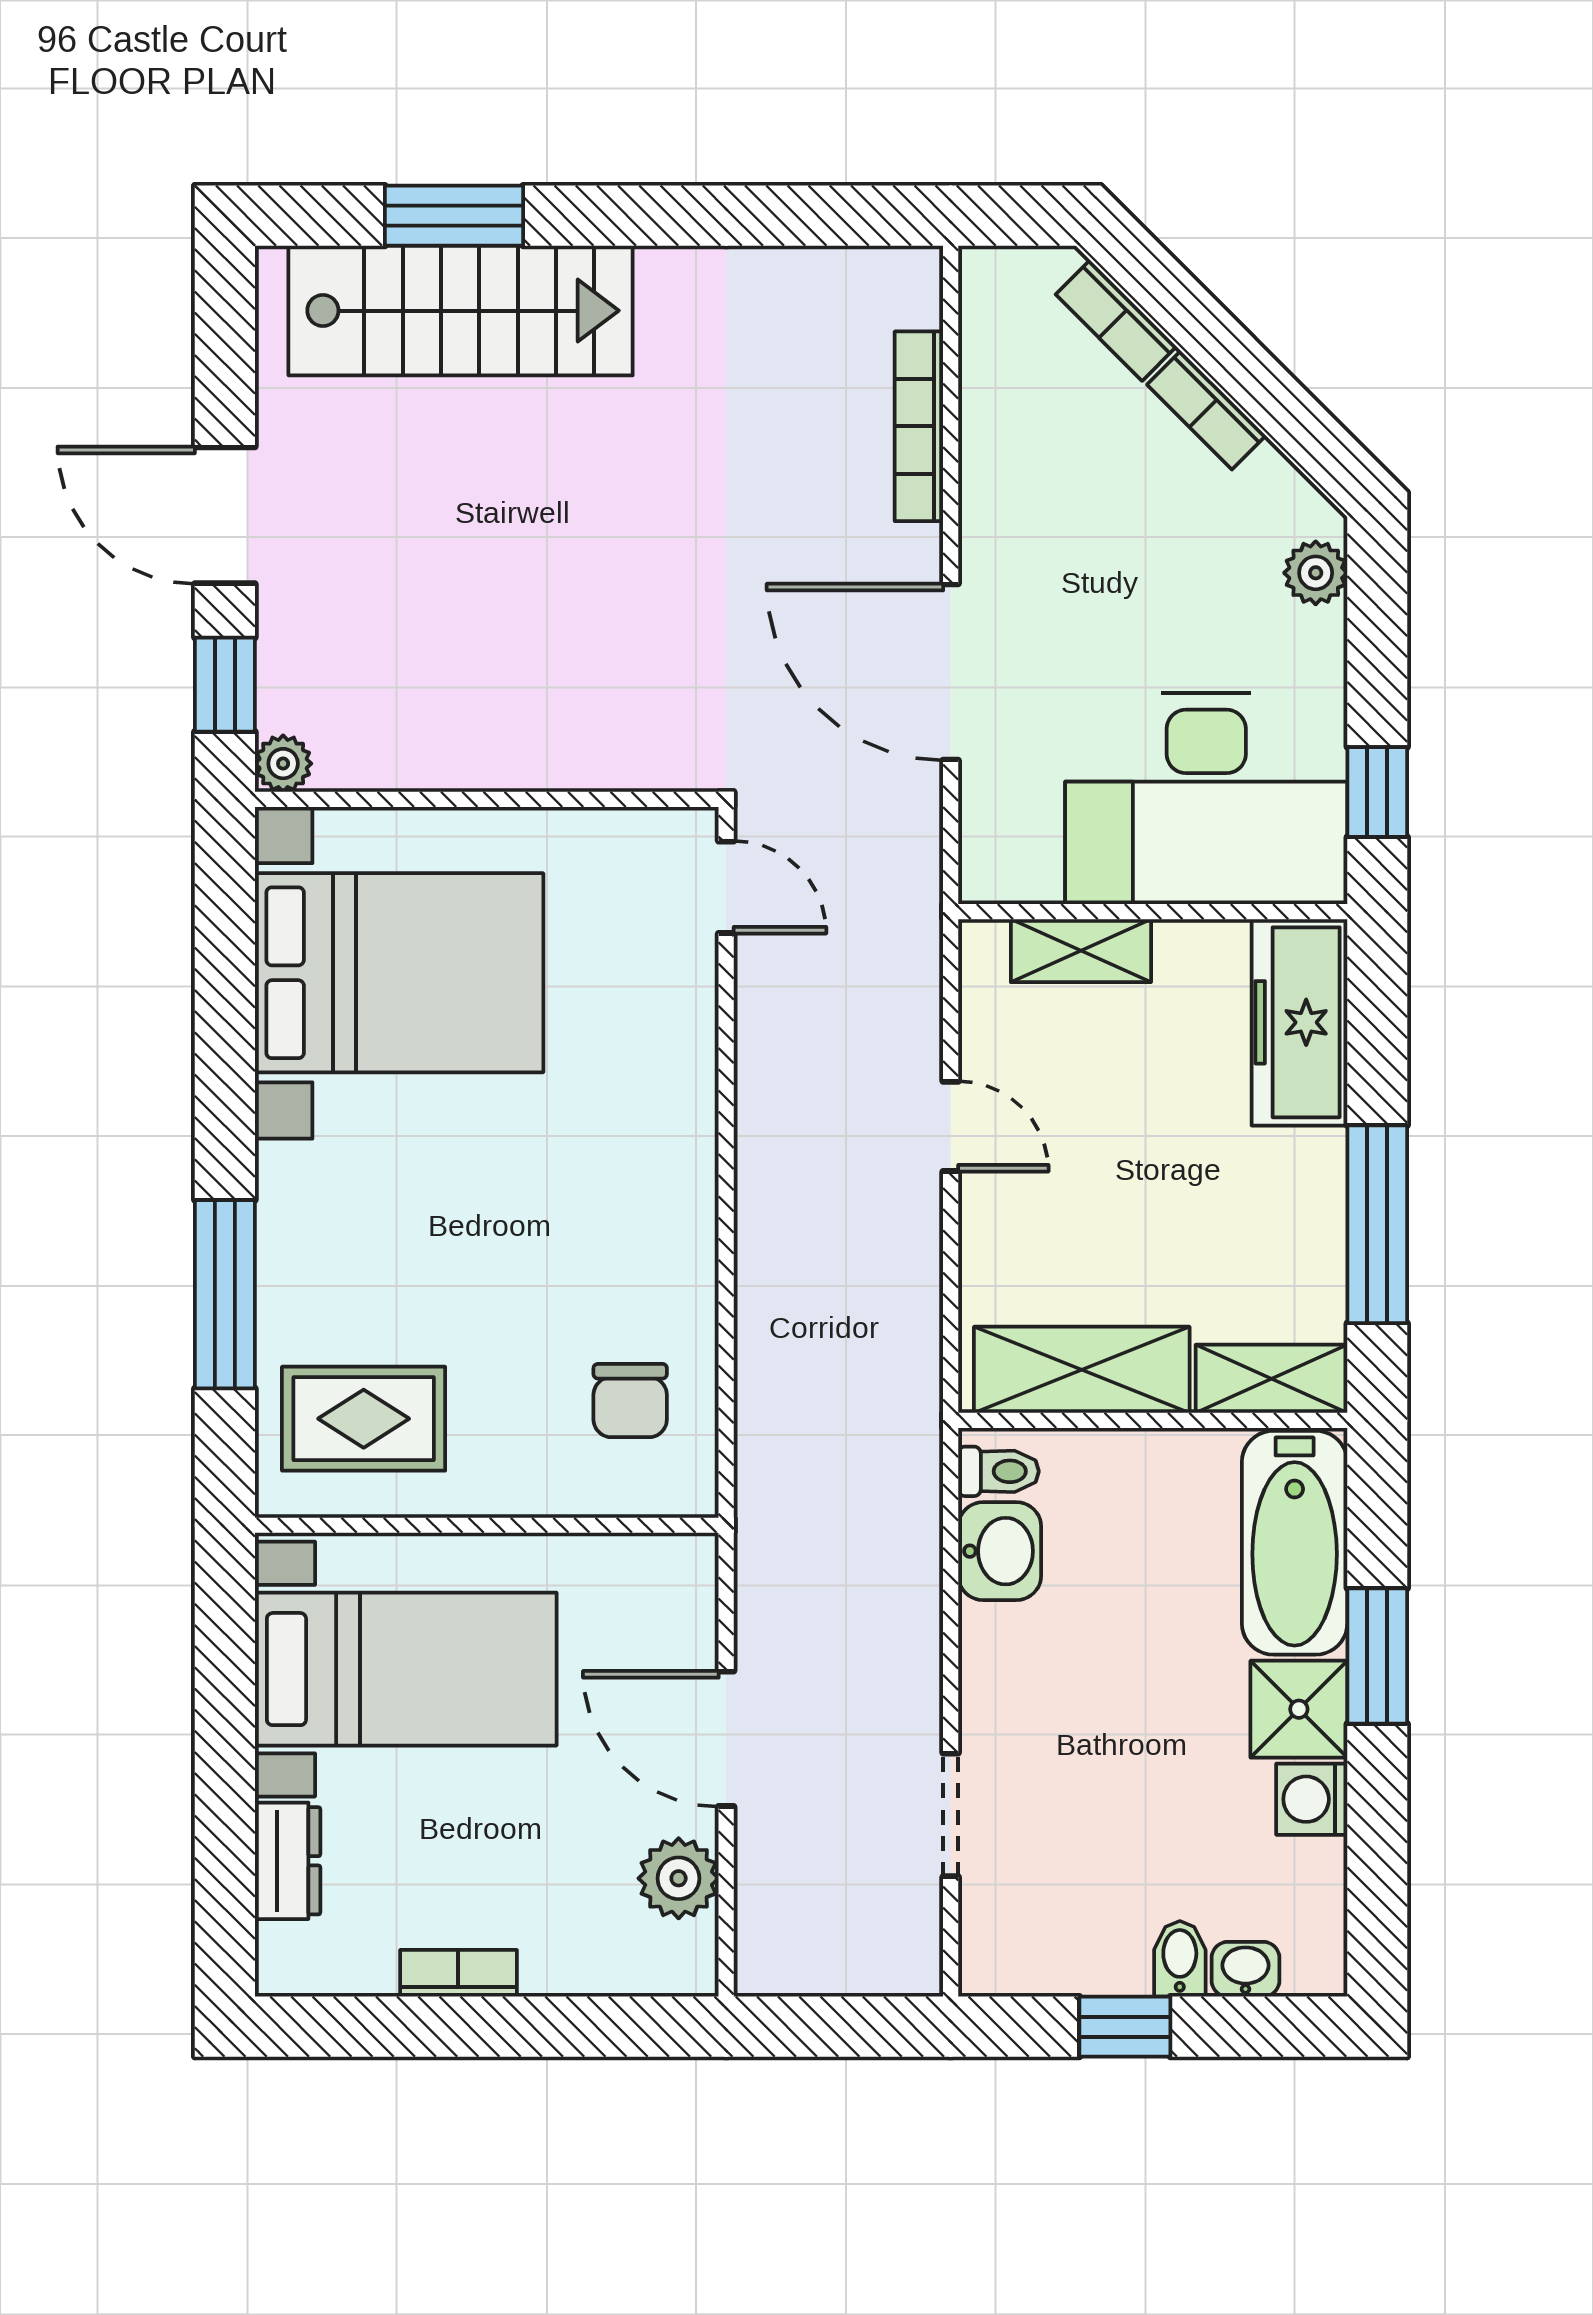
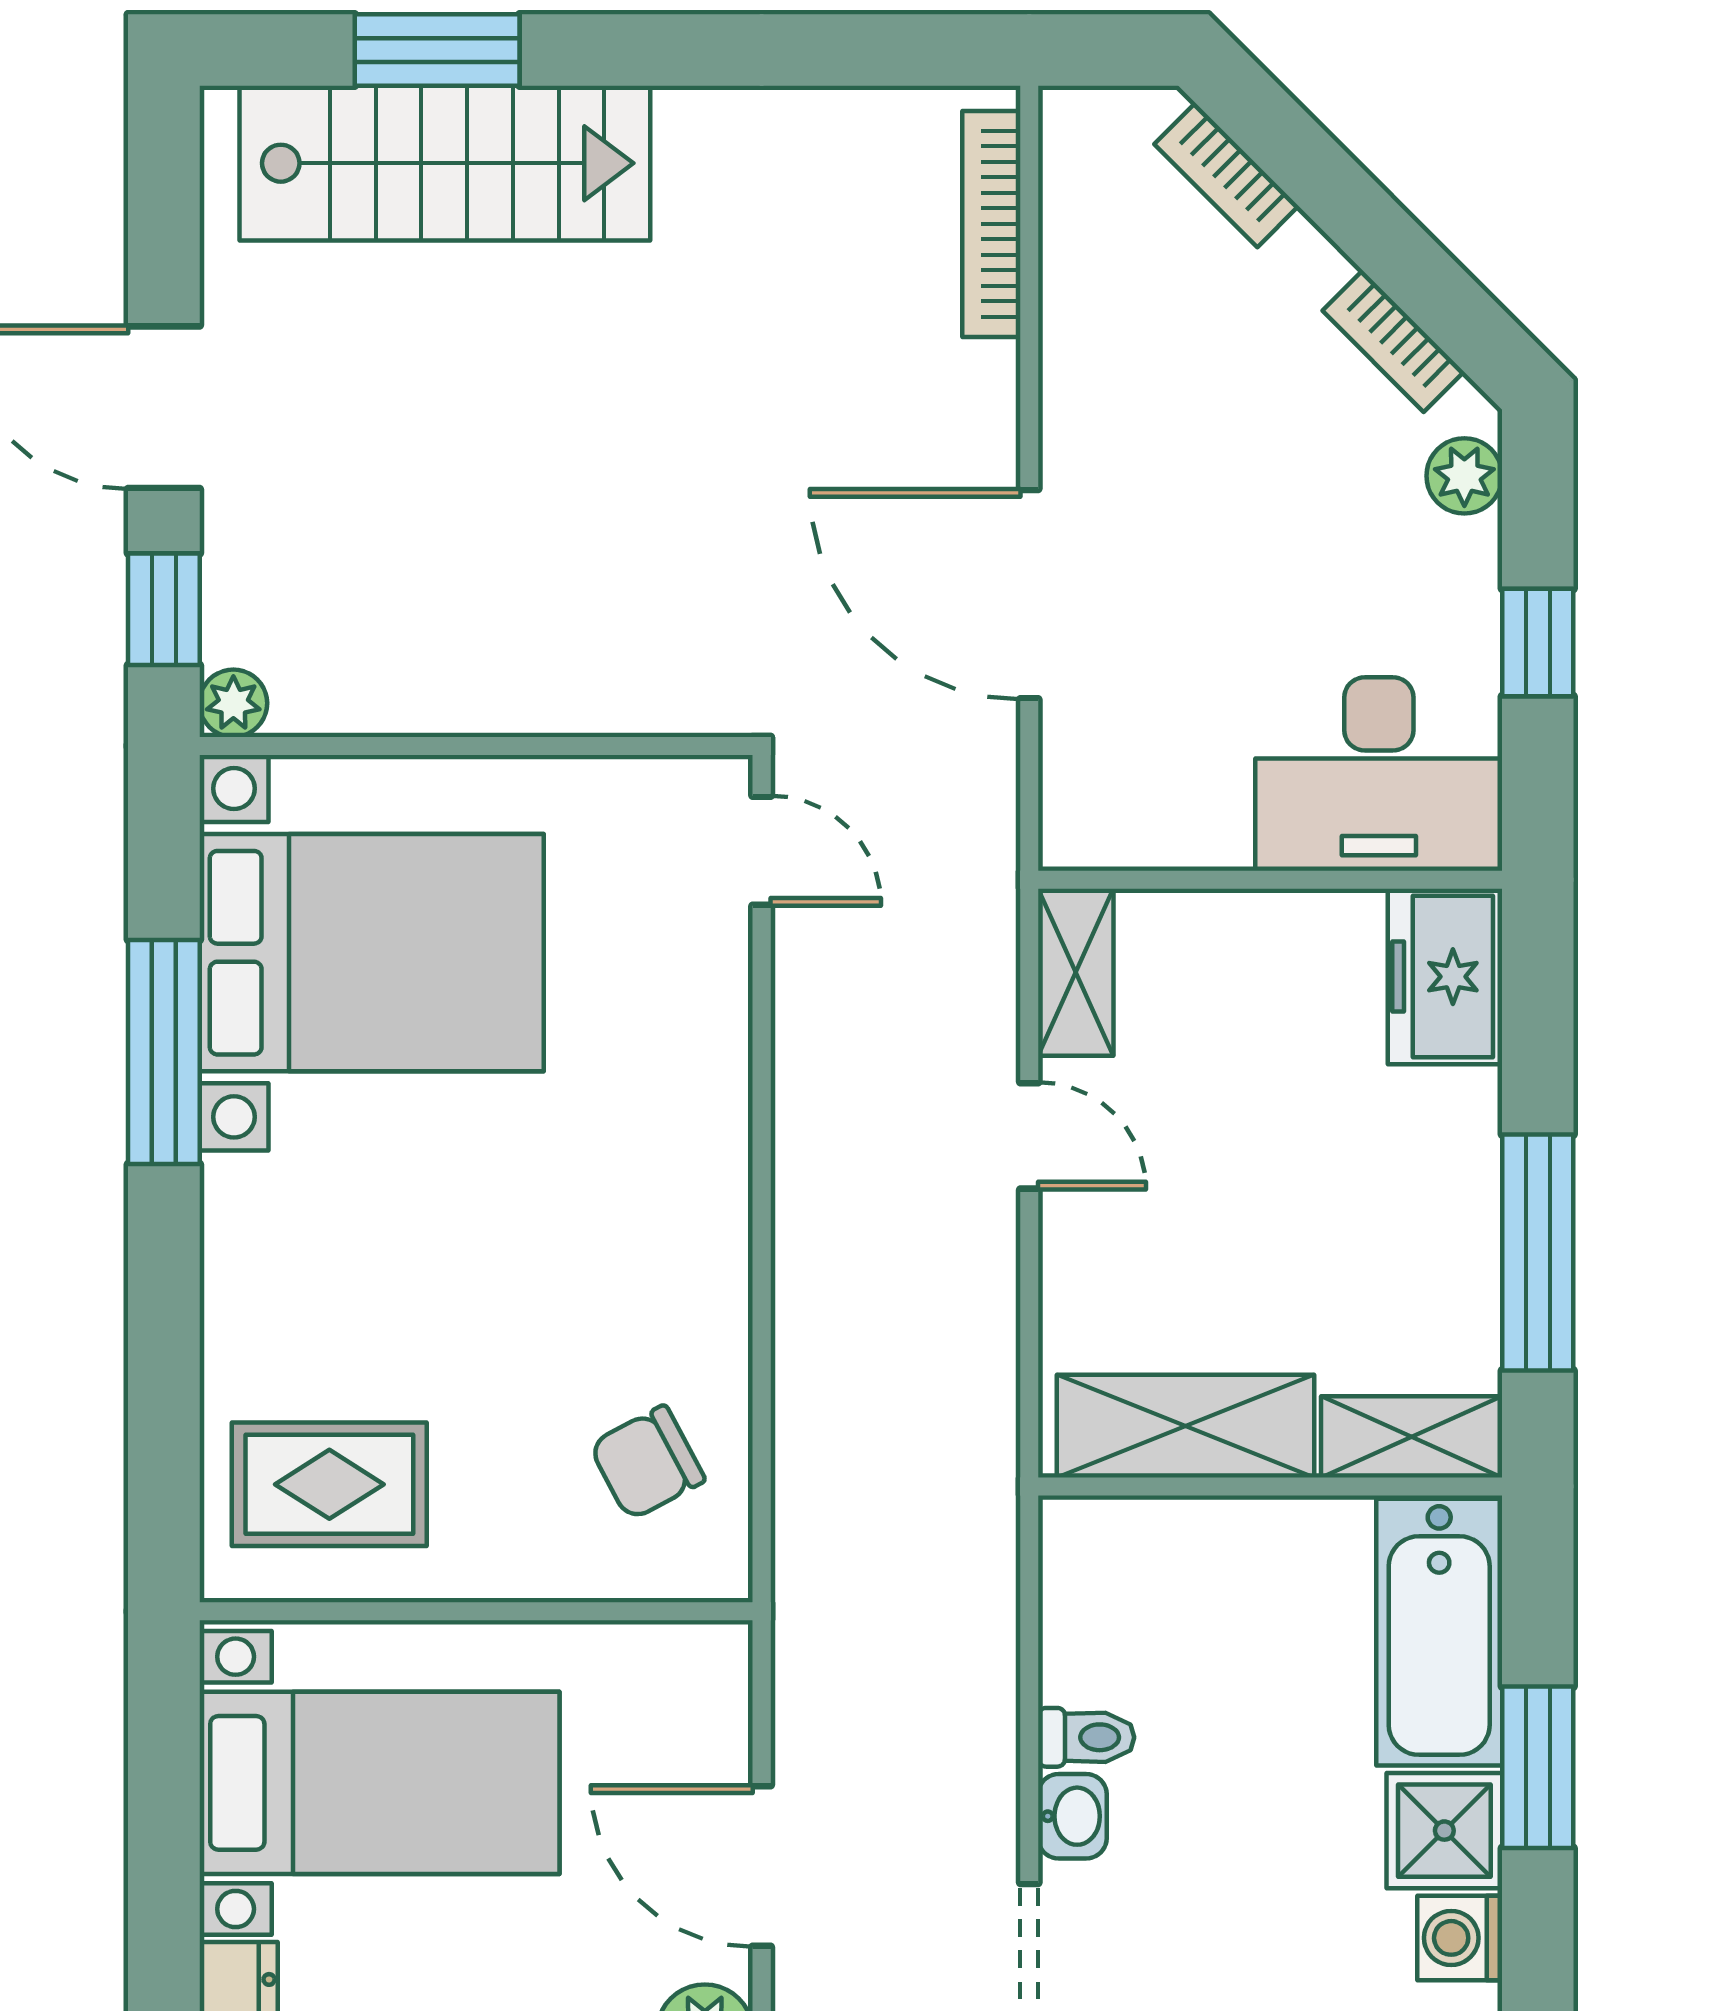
bookcase: (1206, 410) -> (1393, 341), moved
bookcase: (919, 426) -> (991, 224), moved
window: (1377, 792) -> (1538, 643), moved
desk: (1206, 798) -> (1379, 774), width x0.73, depth x0.77
shelving: (1081, 951) -> (1076, 972), moved, turned 90
freezer: (1299, 1022) -> (1445, 977), width x0.71
window: (225, 1294) -> (164, 1052), moved
chair: (630, 1401) -> (647, 1463), turned 62
toilet: (998, 1471) -> (1086, 1737), moved
washbasin: (1000, 1551) -> (1072, 1816), moved, width x0.72, depth x0.69

